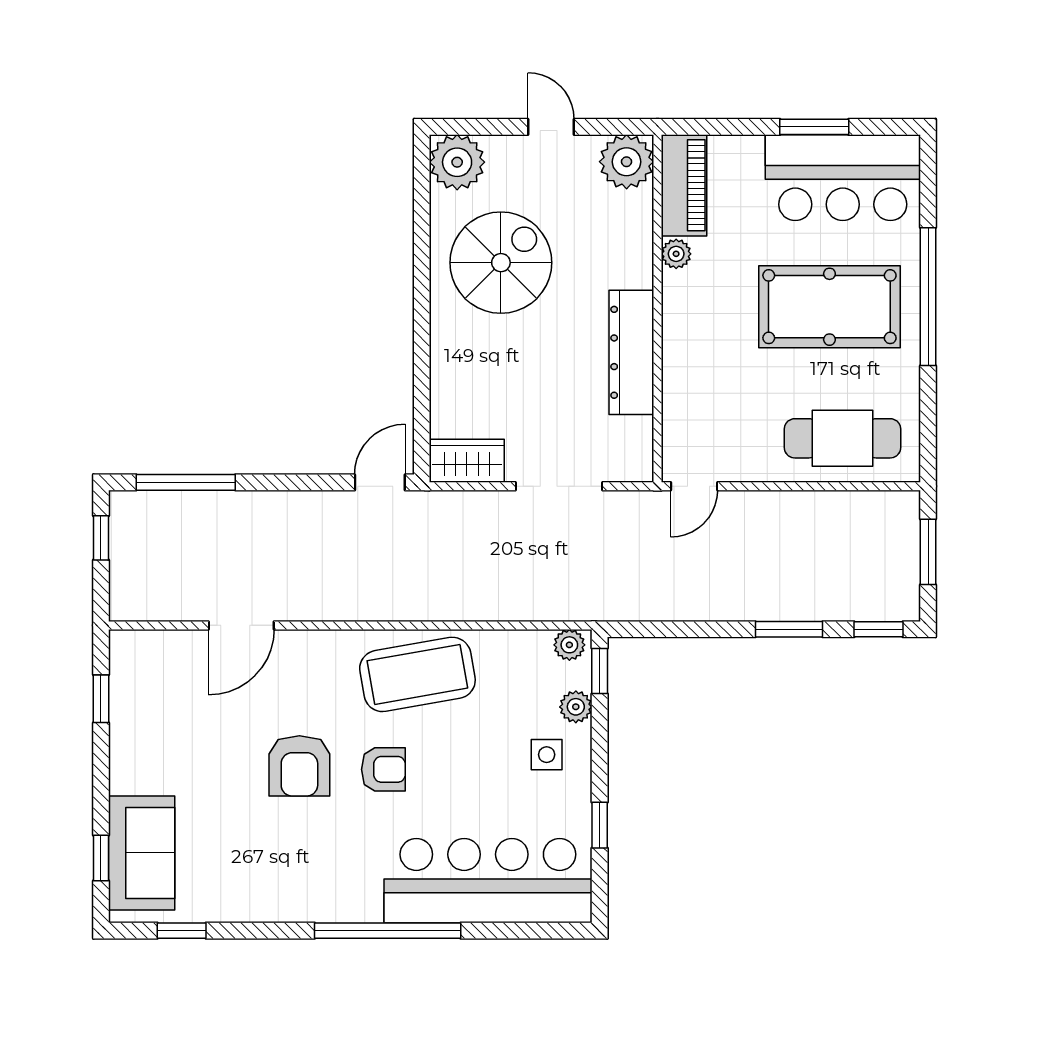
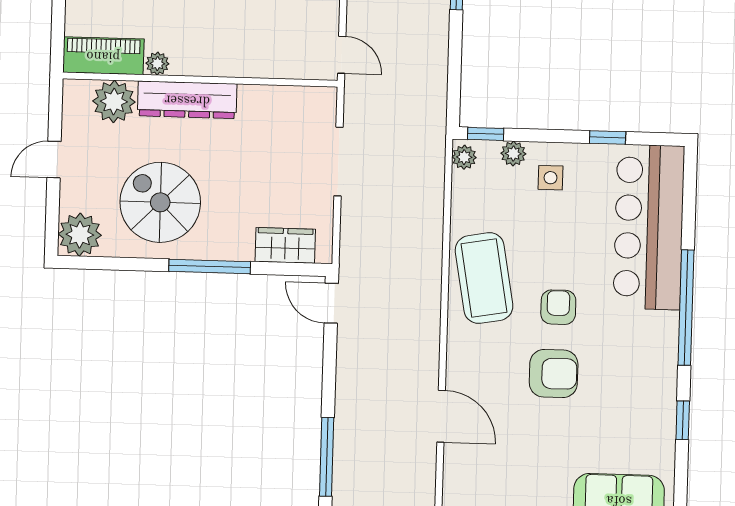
plant: (627, 162) -> (114, 102), moved
window: (422, 327) -> (210, 266), added
dresser: (631, 352) -> (187, 100), moved
wardrobe: (467, 461) -> (285, 245), moved, turned 90
window: (182, 931) -> (683, 420), moved

